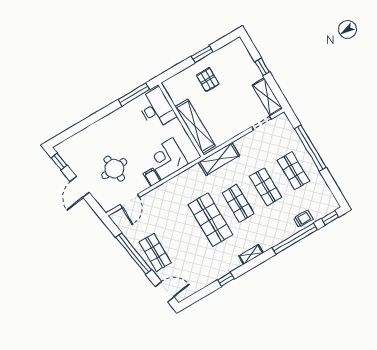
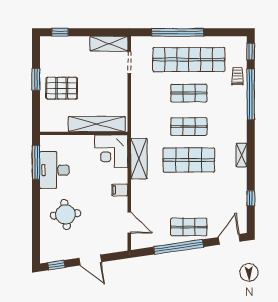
window: (262, 67) -> (60, 32), moved
pallet: (208, 80) -> (62, 88), width x1.50, depth x1.42
desk: (156, 108) -> (54, 170), moved, turned -90
corner desk: (167, 159) -> (111, 151), moved
shelving: (219, 159) -> (139, 159), moved
round table: (114, 169) -> (66, 214), moved
shop shelf: (293, 171) -> (189, 60), width x2.00, depth x1.36
shelving: (251, 254) -> (242, 155), moved
window: (226, 279) -> (251, 198), moved

